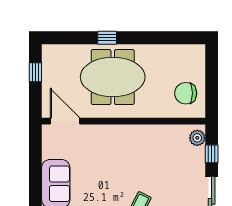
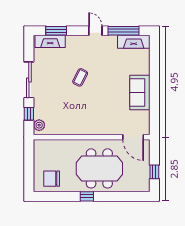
window: (107, 38) -> (87, 196), moved
chair: (186, 93) -> (52, 179), moved, turned 180

